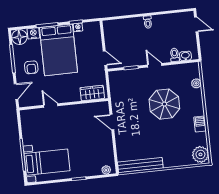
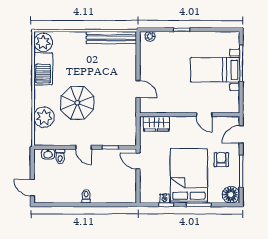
nightstand: (33, 33) -> (215, 197), removed
plant: (196, 83) -> (44, 117), width x1.87, depth x1.87
barbecue: (200, 124) -> (43, 69), width x1.88, depth x1.53
bed with nightstands: (47, 162) -> (215, 70), moved

